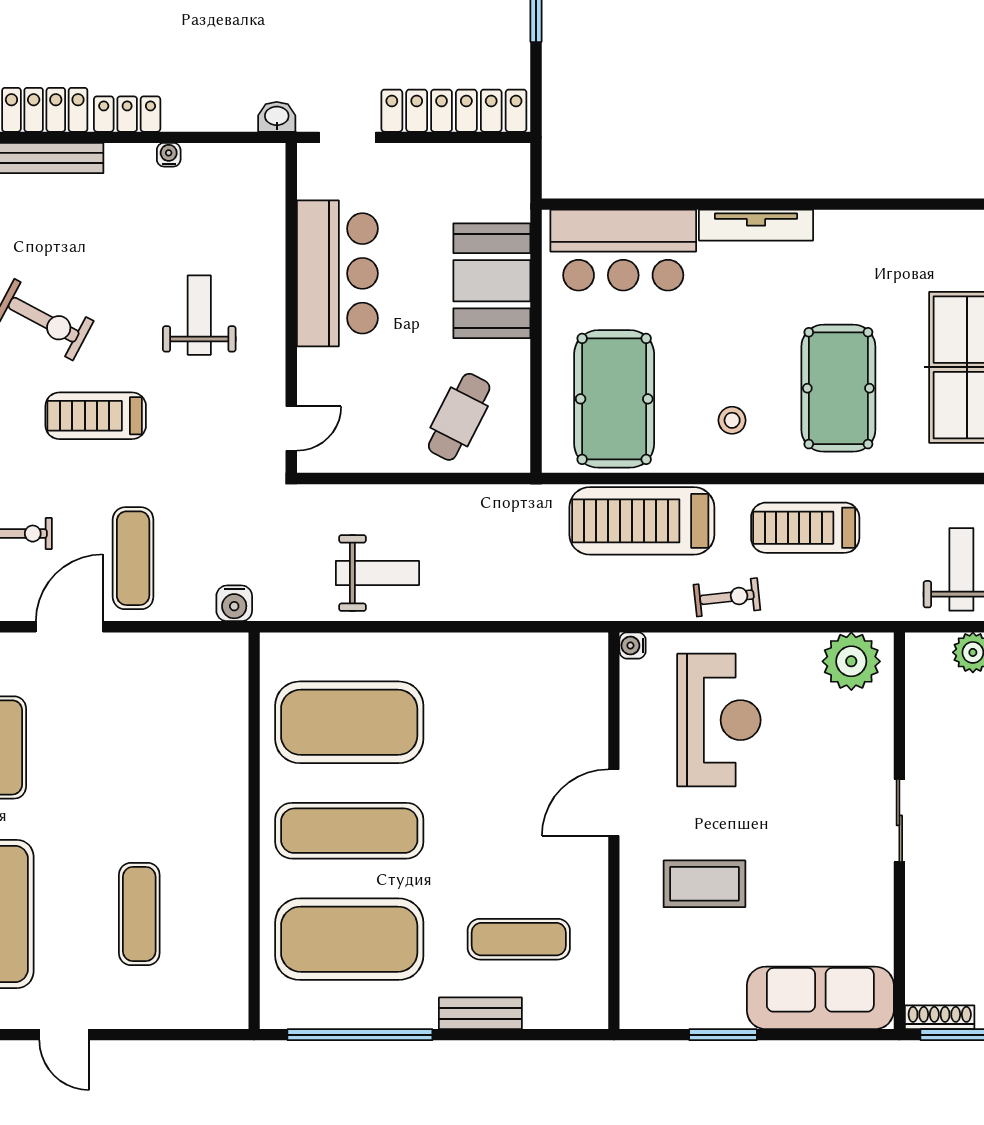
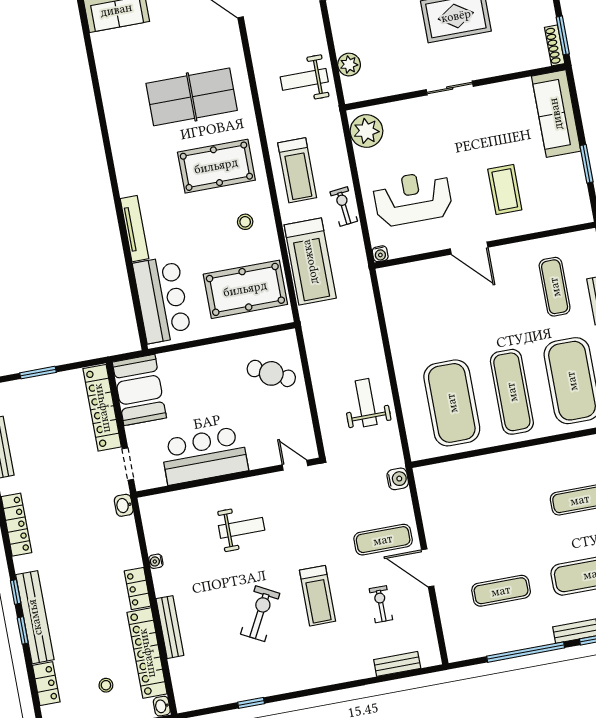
booth: (492, 281) -> (139, 390), moved, turned 90
weight bench: (199, 315) -> (242, 528), turned 180
treadmill: (96, 416) -> (317, 596), moved

